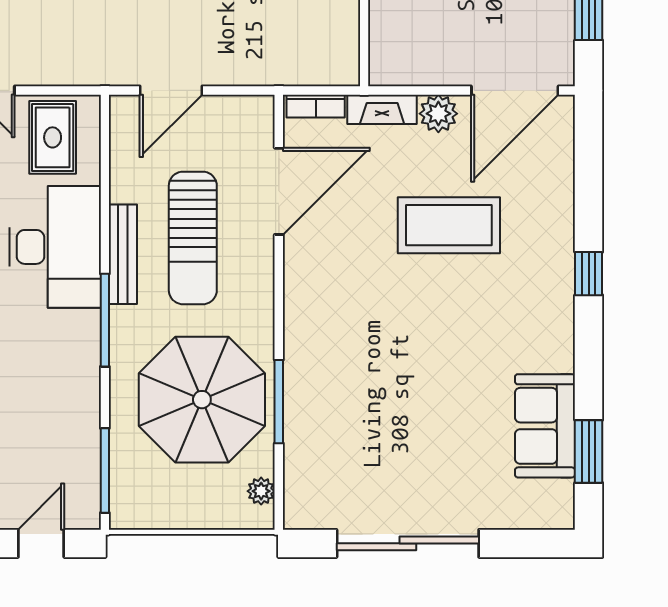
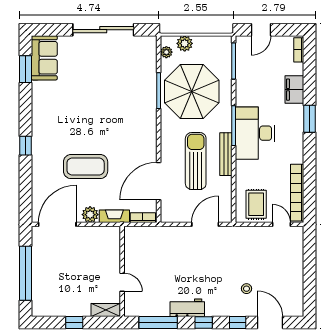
desk: (55, 247) -> (255, 133), moved
sofa: (545, 426) -> (44, 58), moved
plant: (219, 511) -> (185, 43), added

